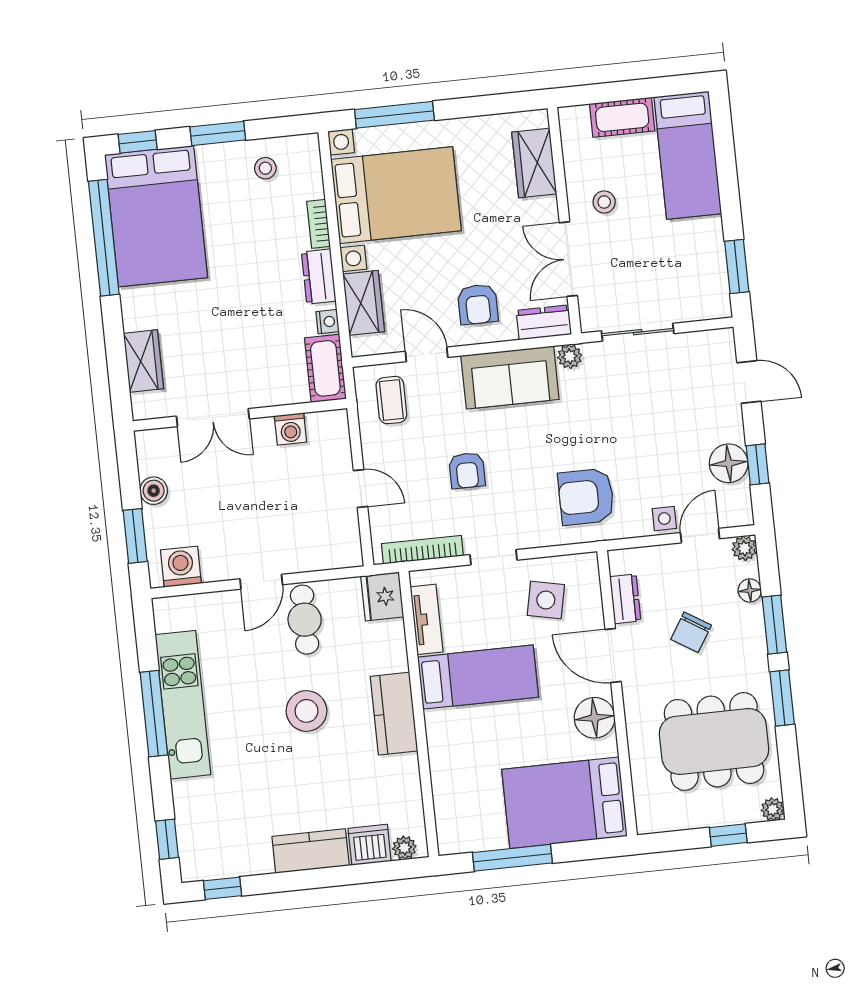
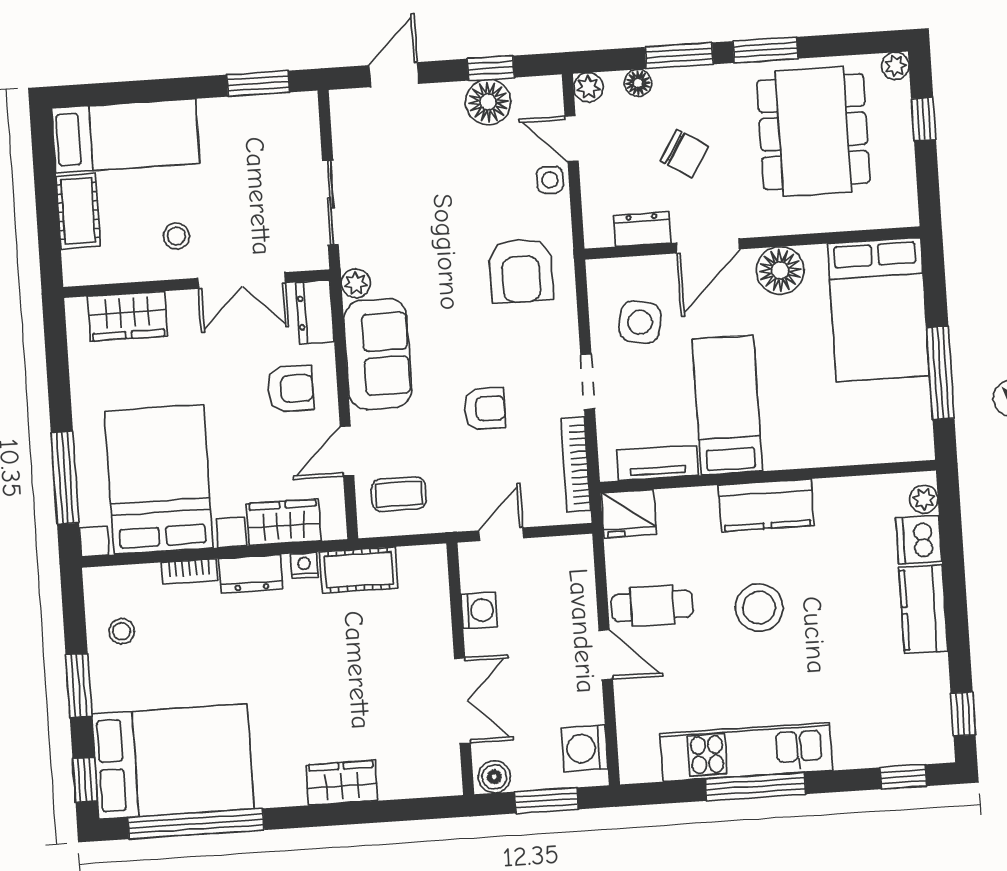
wall: (240, 415) -> (460, 669), moved
double door: (213, 418) -> (462, 701), moved
washing machine: (290, 429) -> (479, 610), moved

